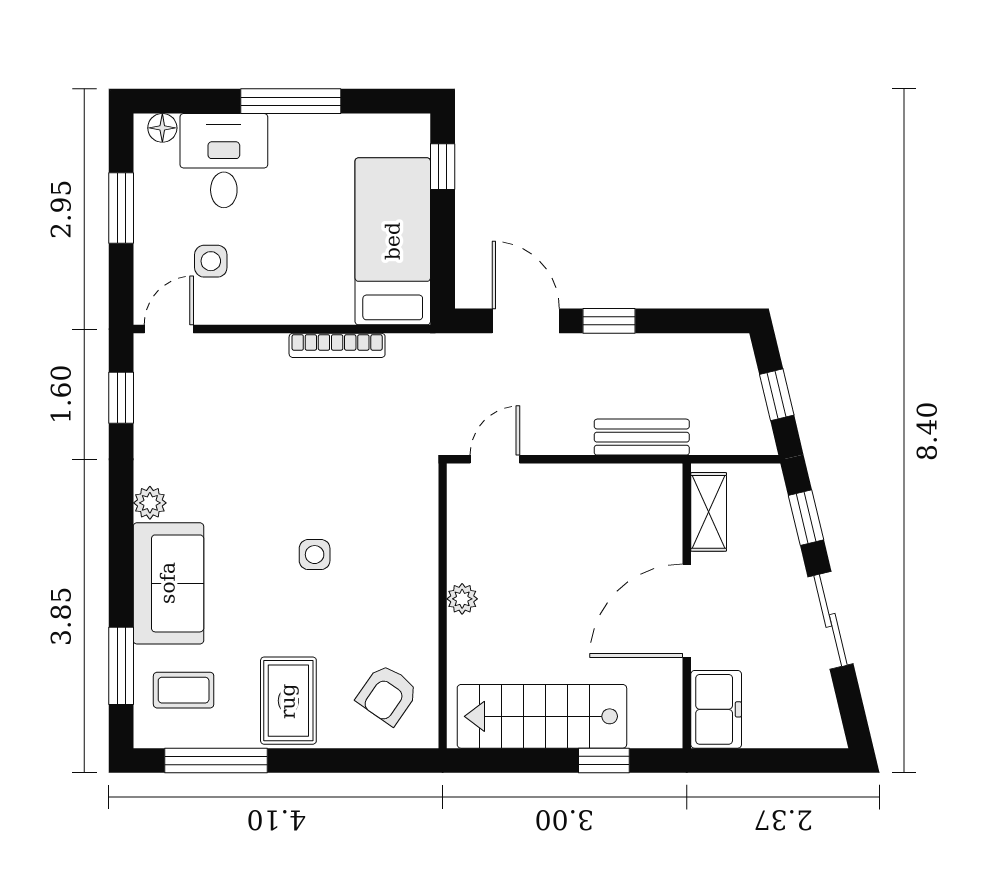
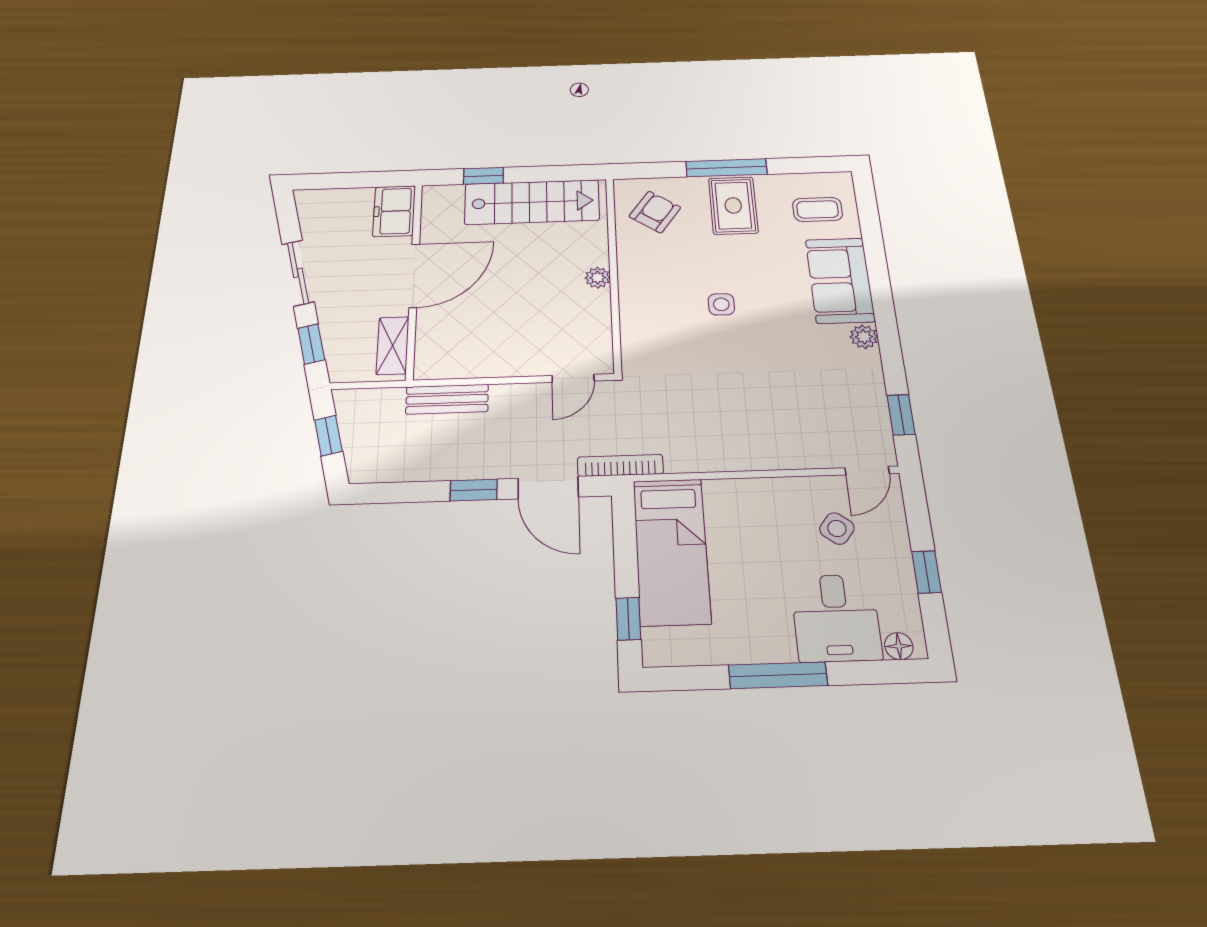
window: (121, 208) -> (927, 572), width x0.67
side table: (211, 261) -> (837, 528), turned 38
bookcase: (337, 345) -> (620, 465), moved
window: (121, 666) -> (870, 224), removed
window: (216, 760) -> (726, 168), moved

